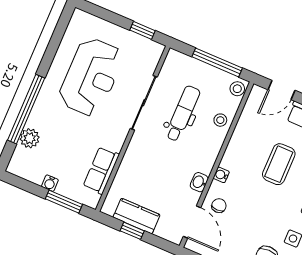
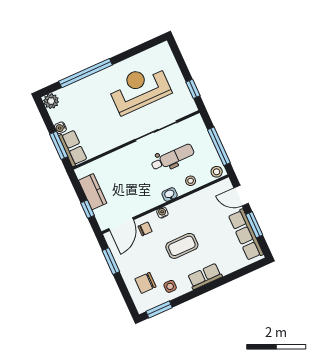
reception desk: (91, 77) -> (139, 89), turned 180
plant: (30, 138) -> (51, 101), moved
coffee table: (279, 164) -> (182, 246), moved
row of seats: (101, 170) -> (73, 148), moved, turned 90
washbasin: (199, 182) -> (170, 194), moved
window: (132, 231) -> (87, 209), moved

